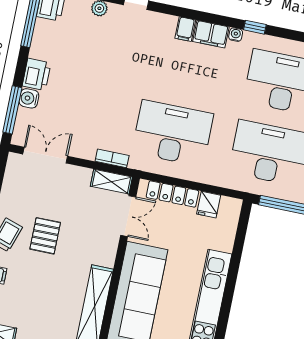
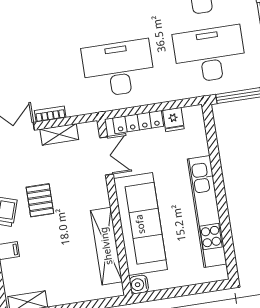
bookcase: (112, 158) -> (50, 114), moved
shelving: (111, 182) -> (59, 134), moved

